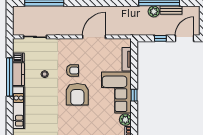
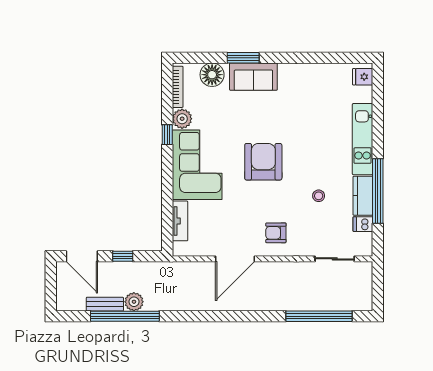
door: (185, 38) -> (82, 256), hinge flipped
armchair: (73, 70) -> (276, 233), moved
window: (134, 95) -> (167, 135), moved

